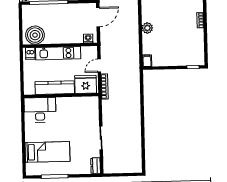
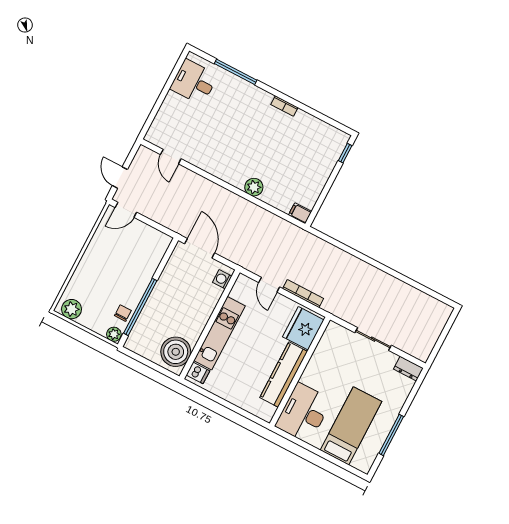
fridge: (86, 84) -> (303, 328), moved
kitchen counter: (55, 88) -> (284, 375), moved
wall: (61, 96) -> (300, 372), moved
desk: (40, 110) -> (304, 413), moved

